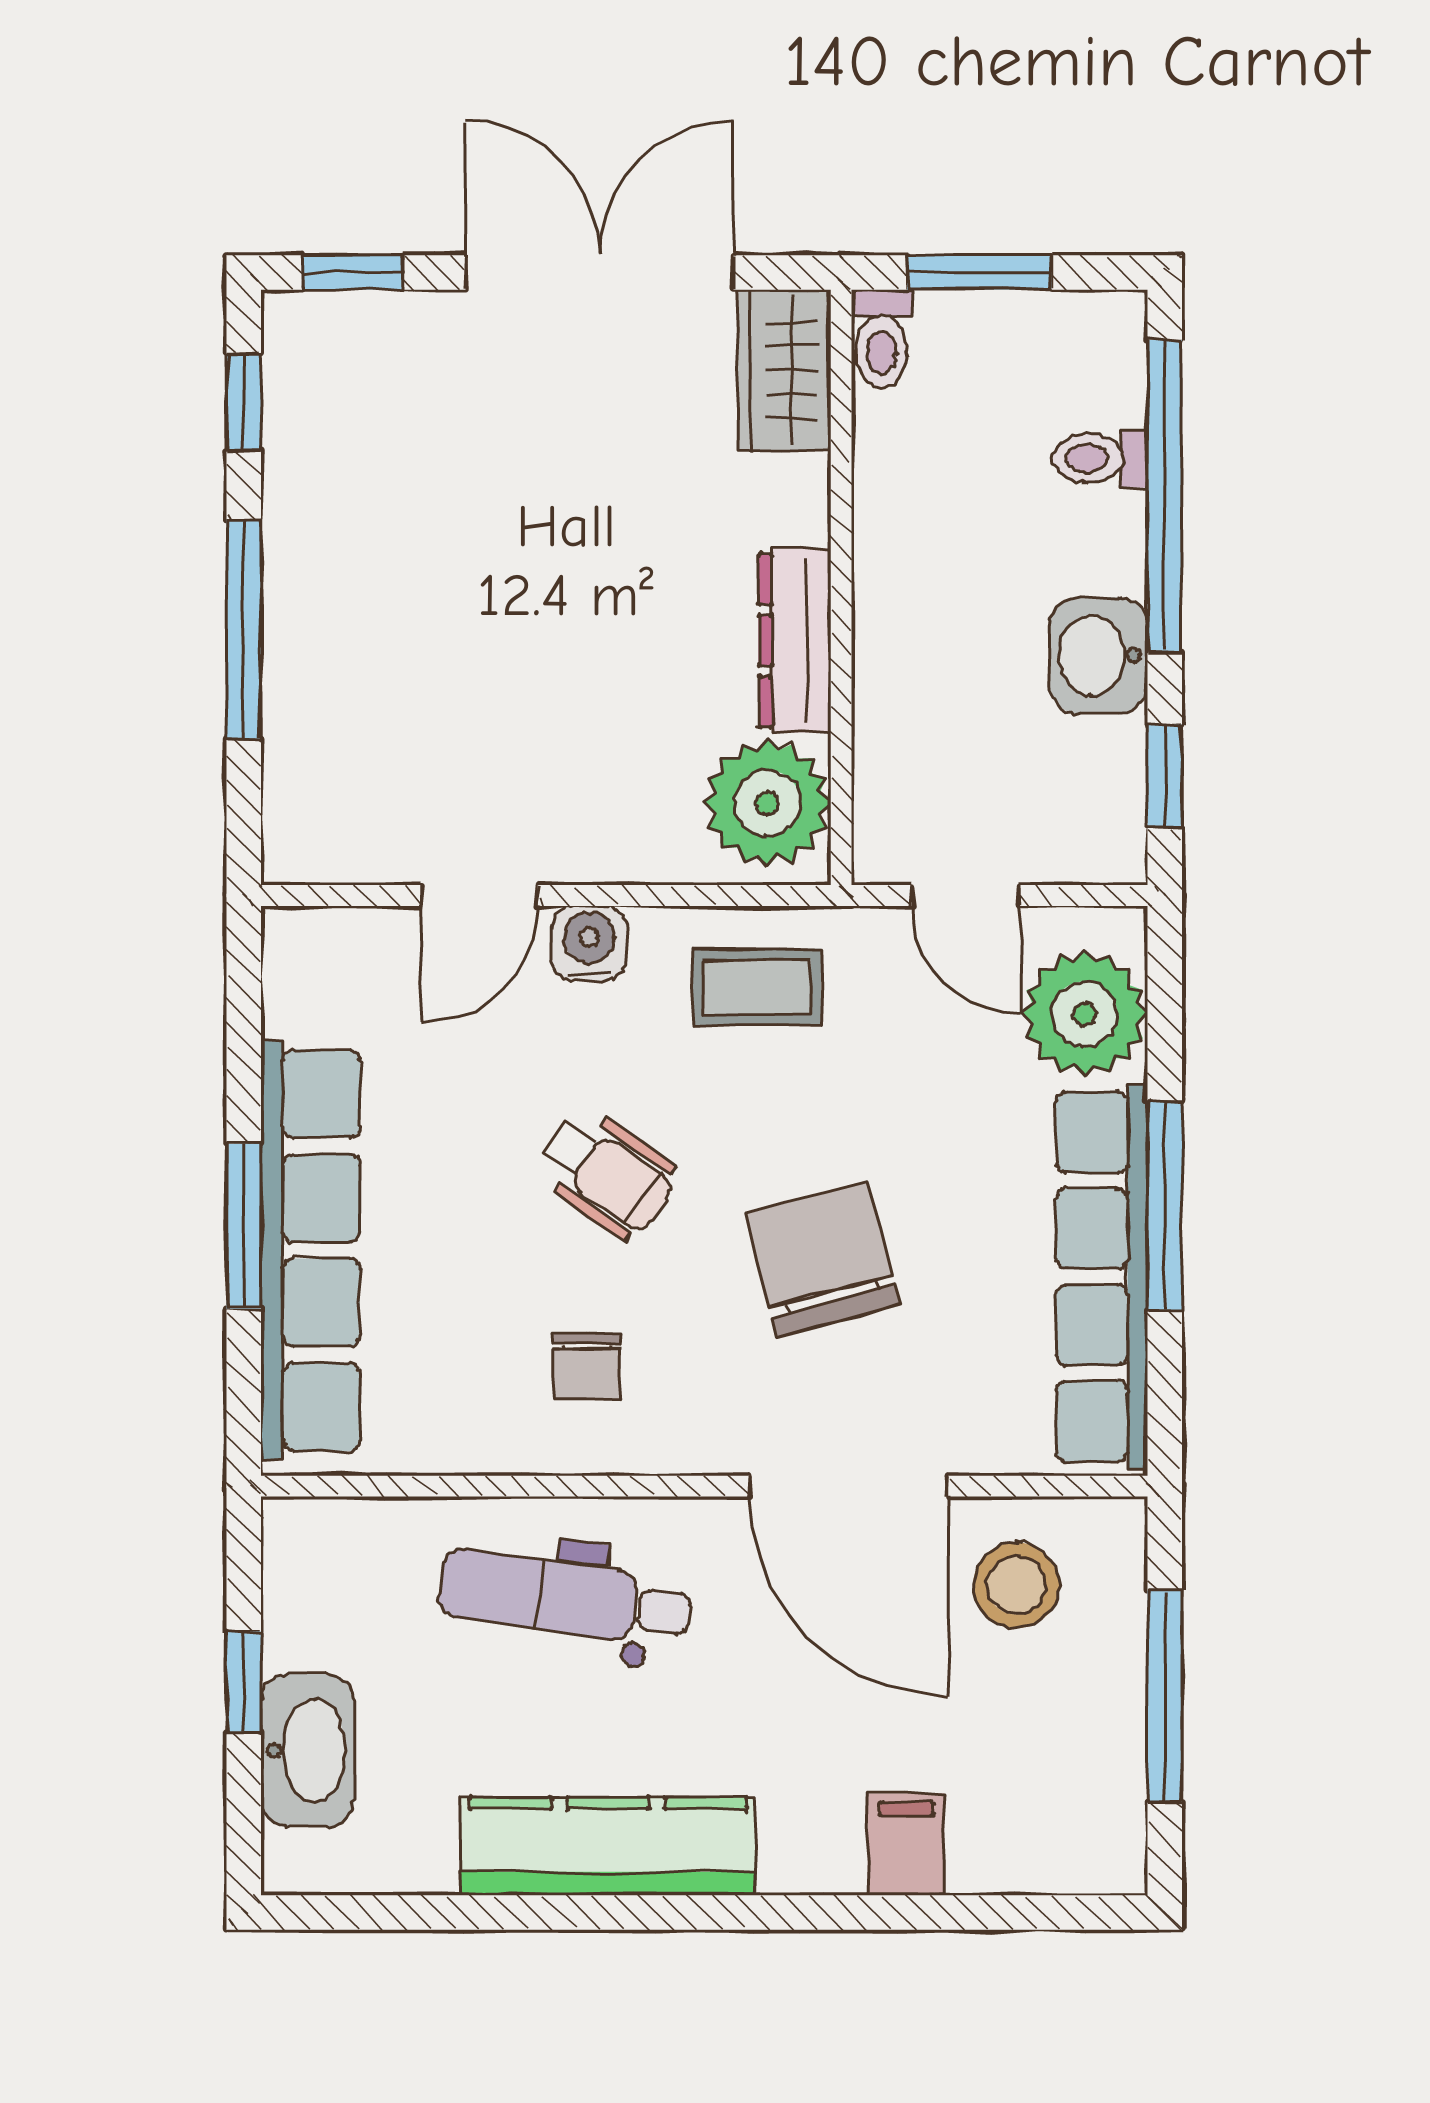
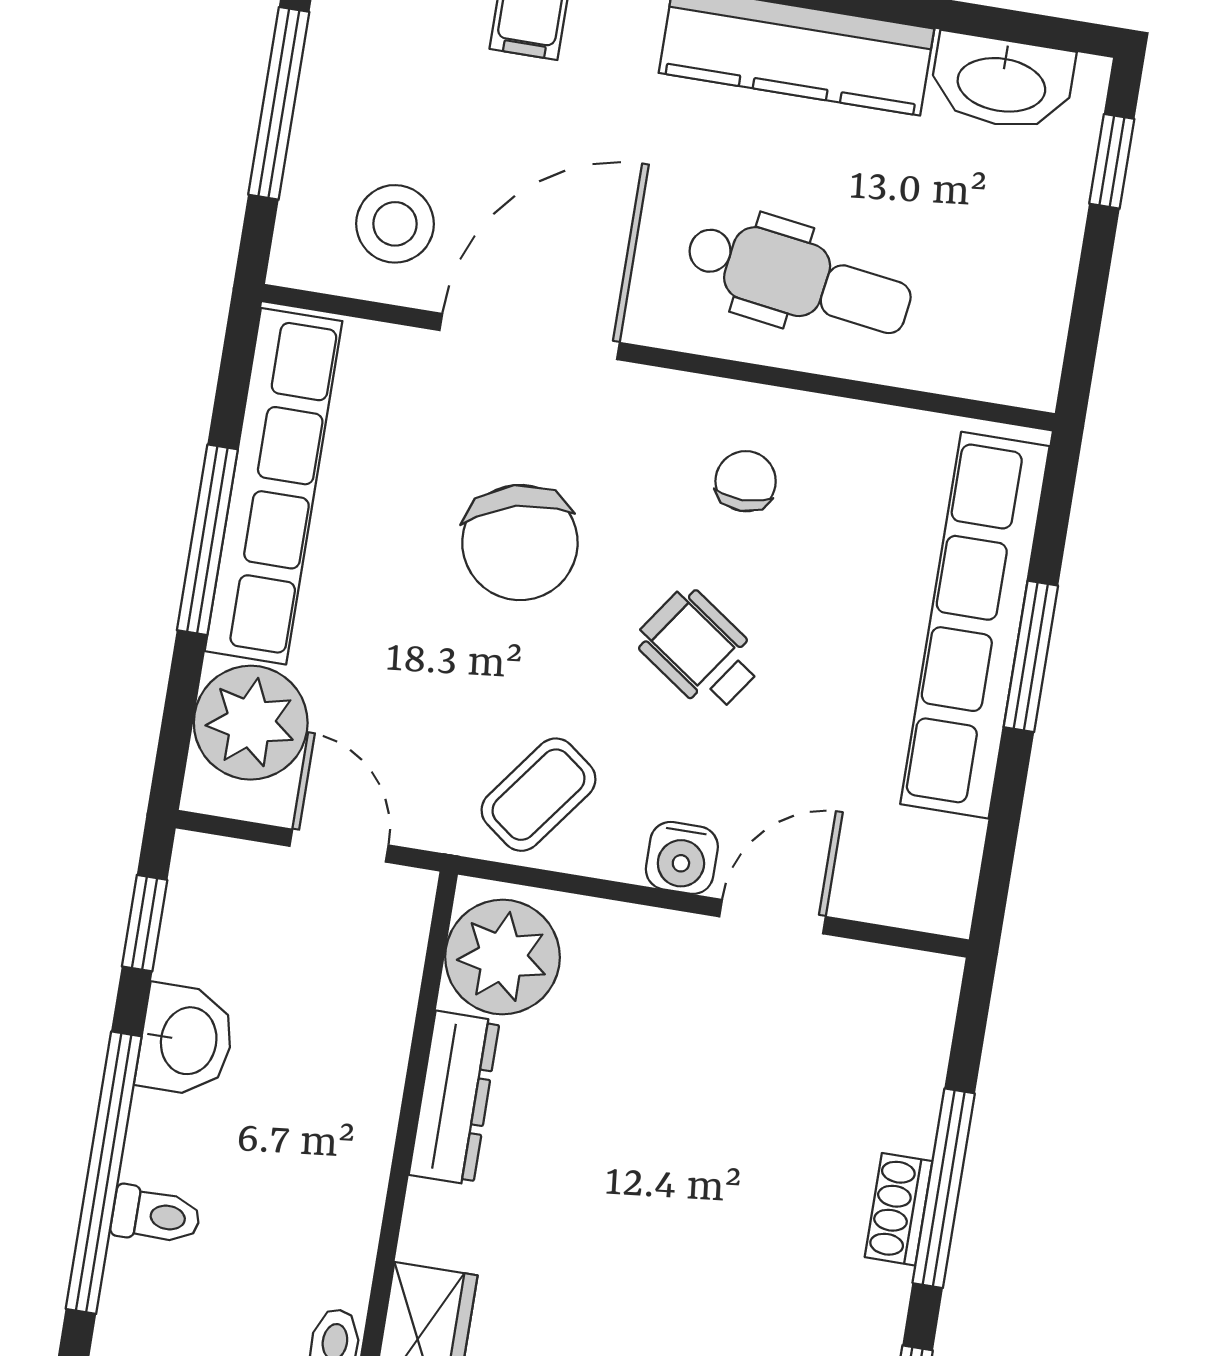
shoe rack: (289, 598) -> (899, 1209), added
coffee table: (757, 987) -> (539, 795), turned -53
door: (849, 1486) -> (530, 337), hinge flipped
window: (244, 1682) -> (1112, 161), moved
washbasin: (308, 1750) -> (1002, 82), moved, turned -90

